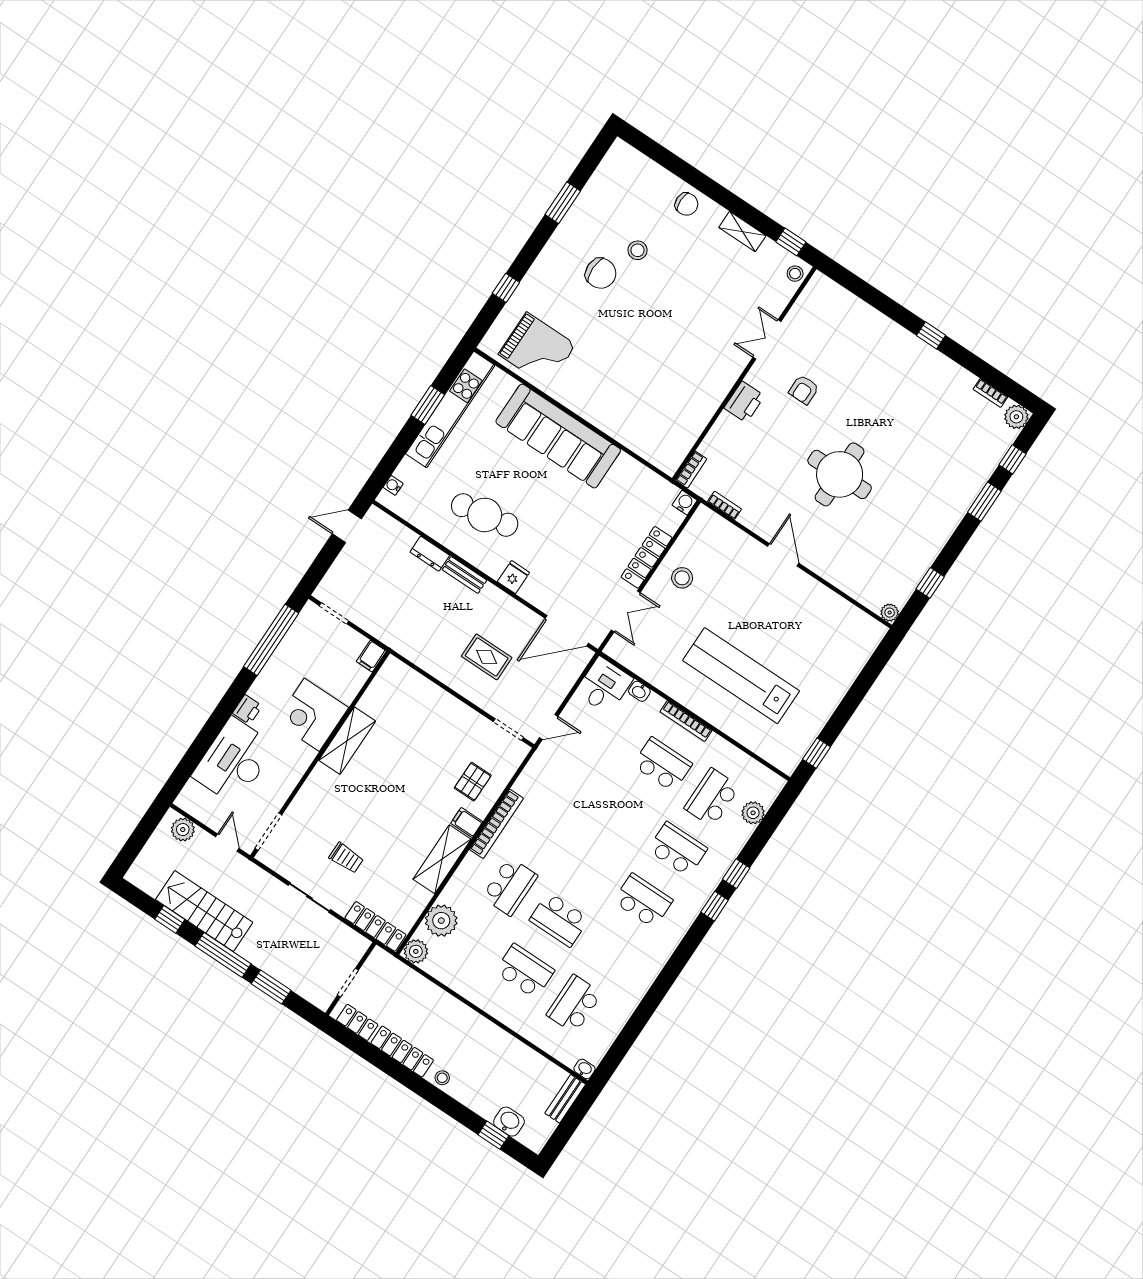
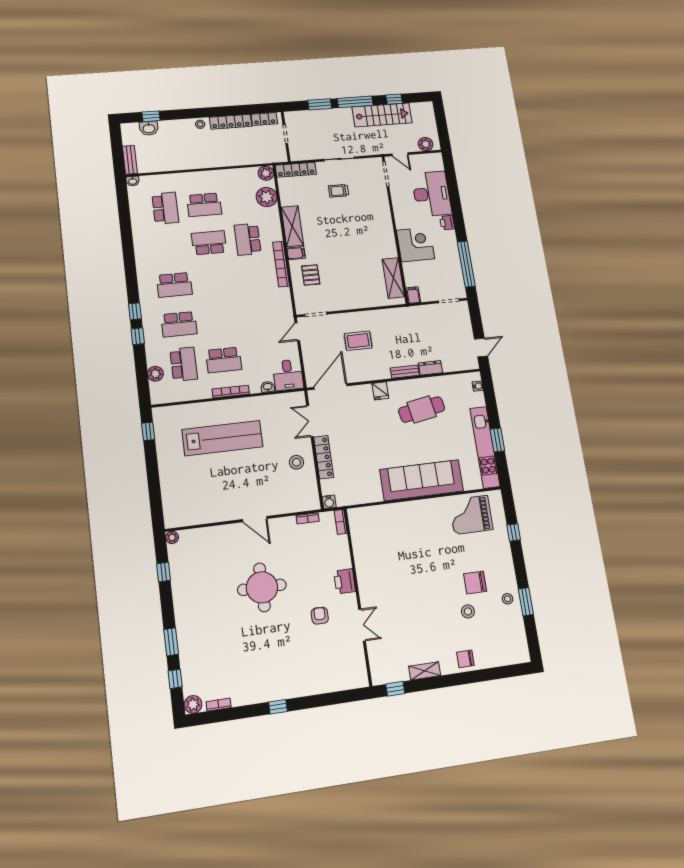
stool: (795, 274) -> (508, 599), moved
shelving: (347, 741) -> (393, 278), moved

